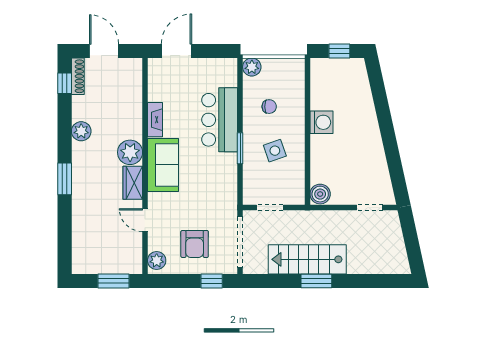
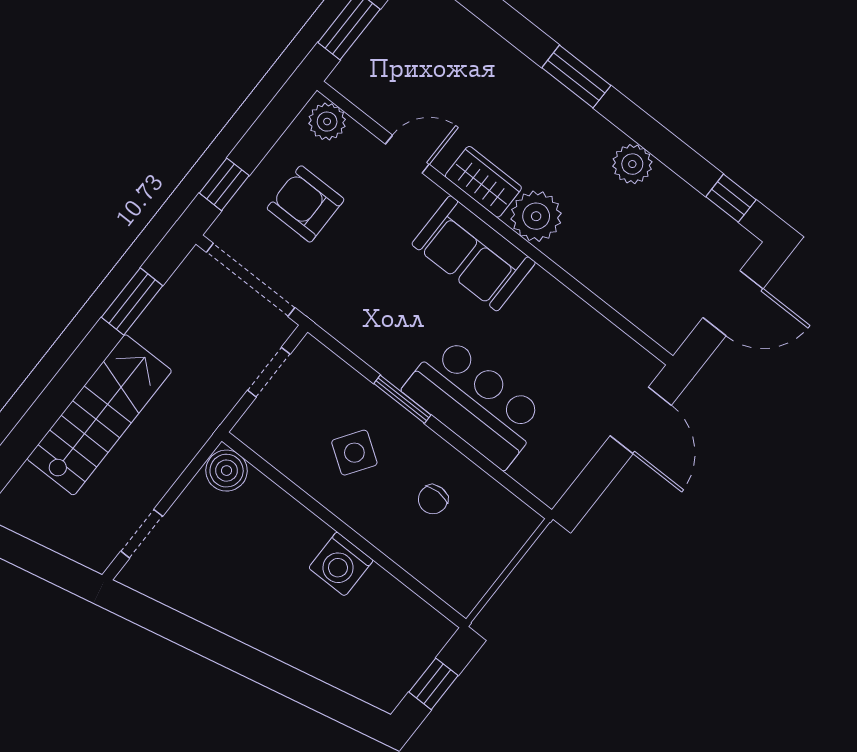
plant: (252, 67) -> (519, 522), removed
shoe rack: (78, 76) -> (726, 228), removed
fireplace: (155, 120) -> (557, 298), removed
side table: (275, 151) -> (354, 453), turned -37
stairs: (307, 259) -> (99, 415), moved
window: (316, 281) -> (132, 302), moved

